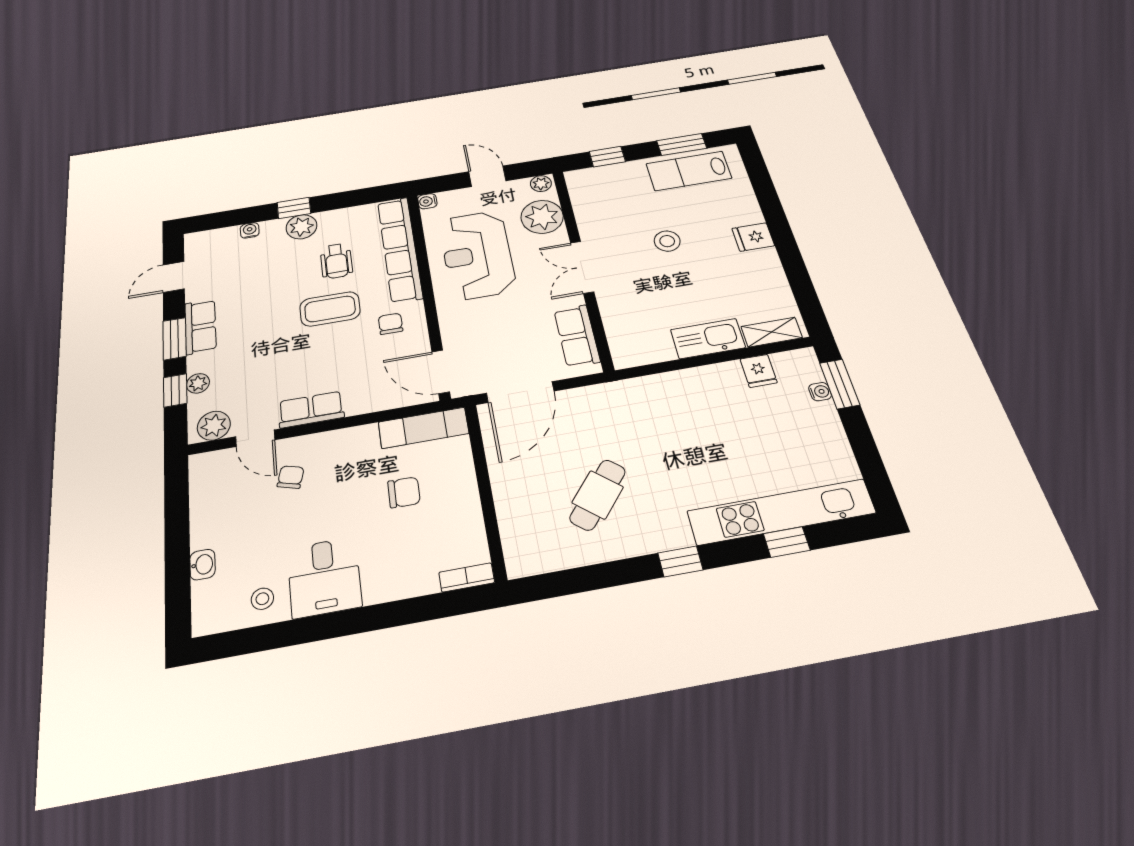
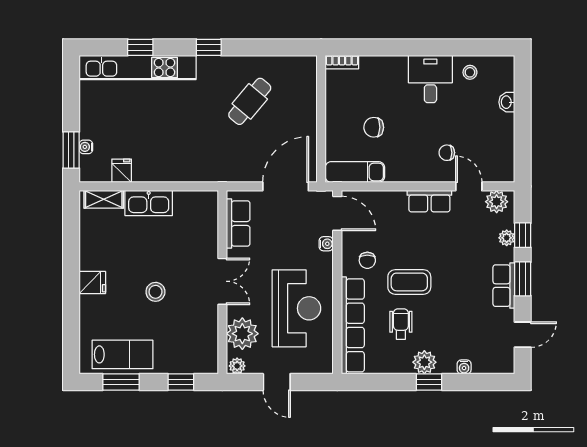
water cooler: (427, 201) -> (326, 244), moved
chair: (291, 477) -> (447, 153), turned 74

